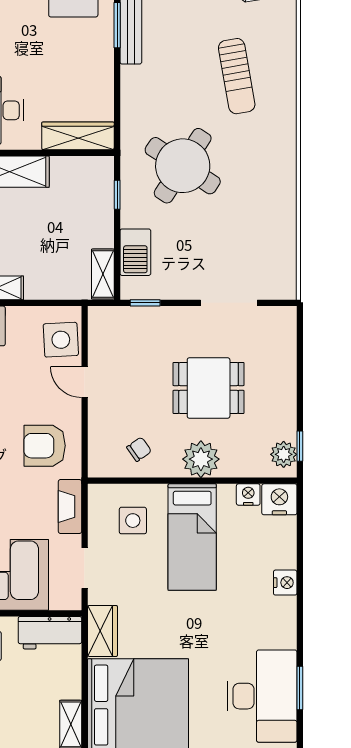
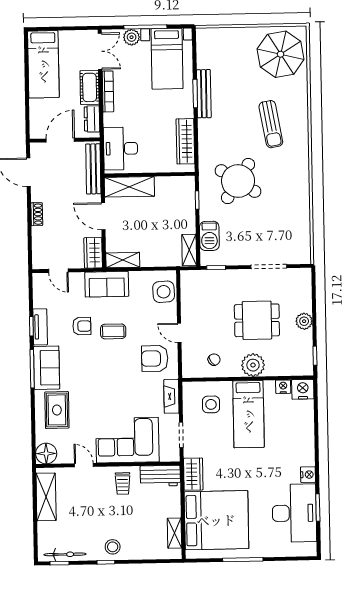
wardrobe: (78, 136) -> (185, 141), moved, turned -90
door: (85, 382) -> (179, 333), moved
plant: (284, 454) -> (304, 321), moved
nightstand: (285, 583) -> (308, 475), moved

